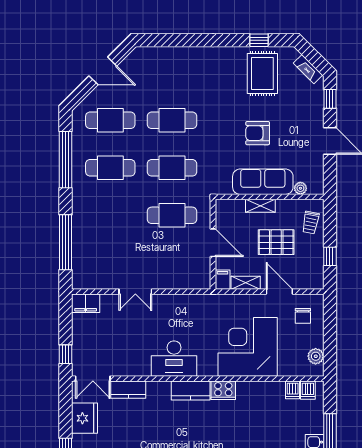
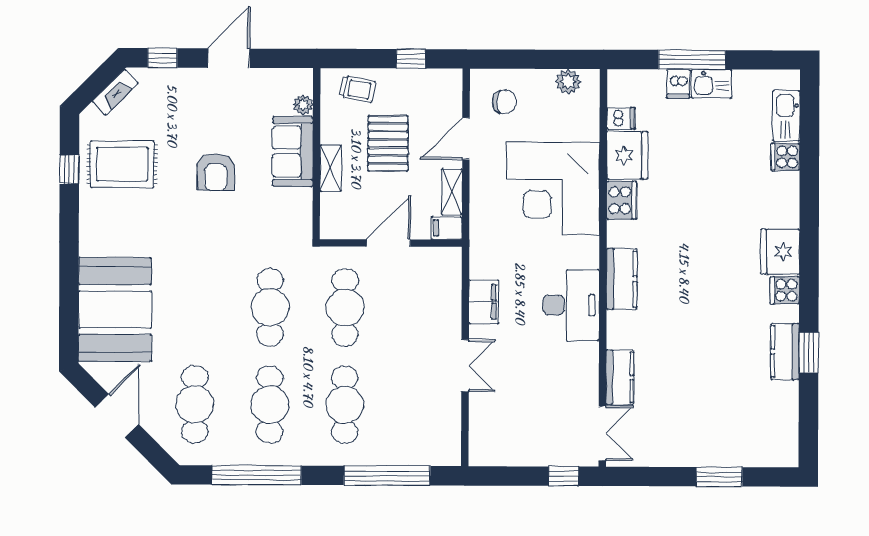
booth: (170, 69) -> (115, 309), added
cafe table: (172, 120) -> (345, 405), moved
sofa: (263, 182) -> (293, 152), width x0.73
filing cabinet: (86, 303) -> (484, 302), moved
cooker: (223, 390) -> (622, 200), moved
dishwasher: (308, 390) -> (678, 84), moved, turned 90
fridge: (85, 418) -> (627, 155), moved, turned 90

